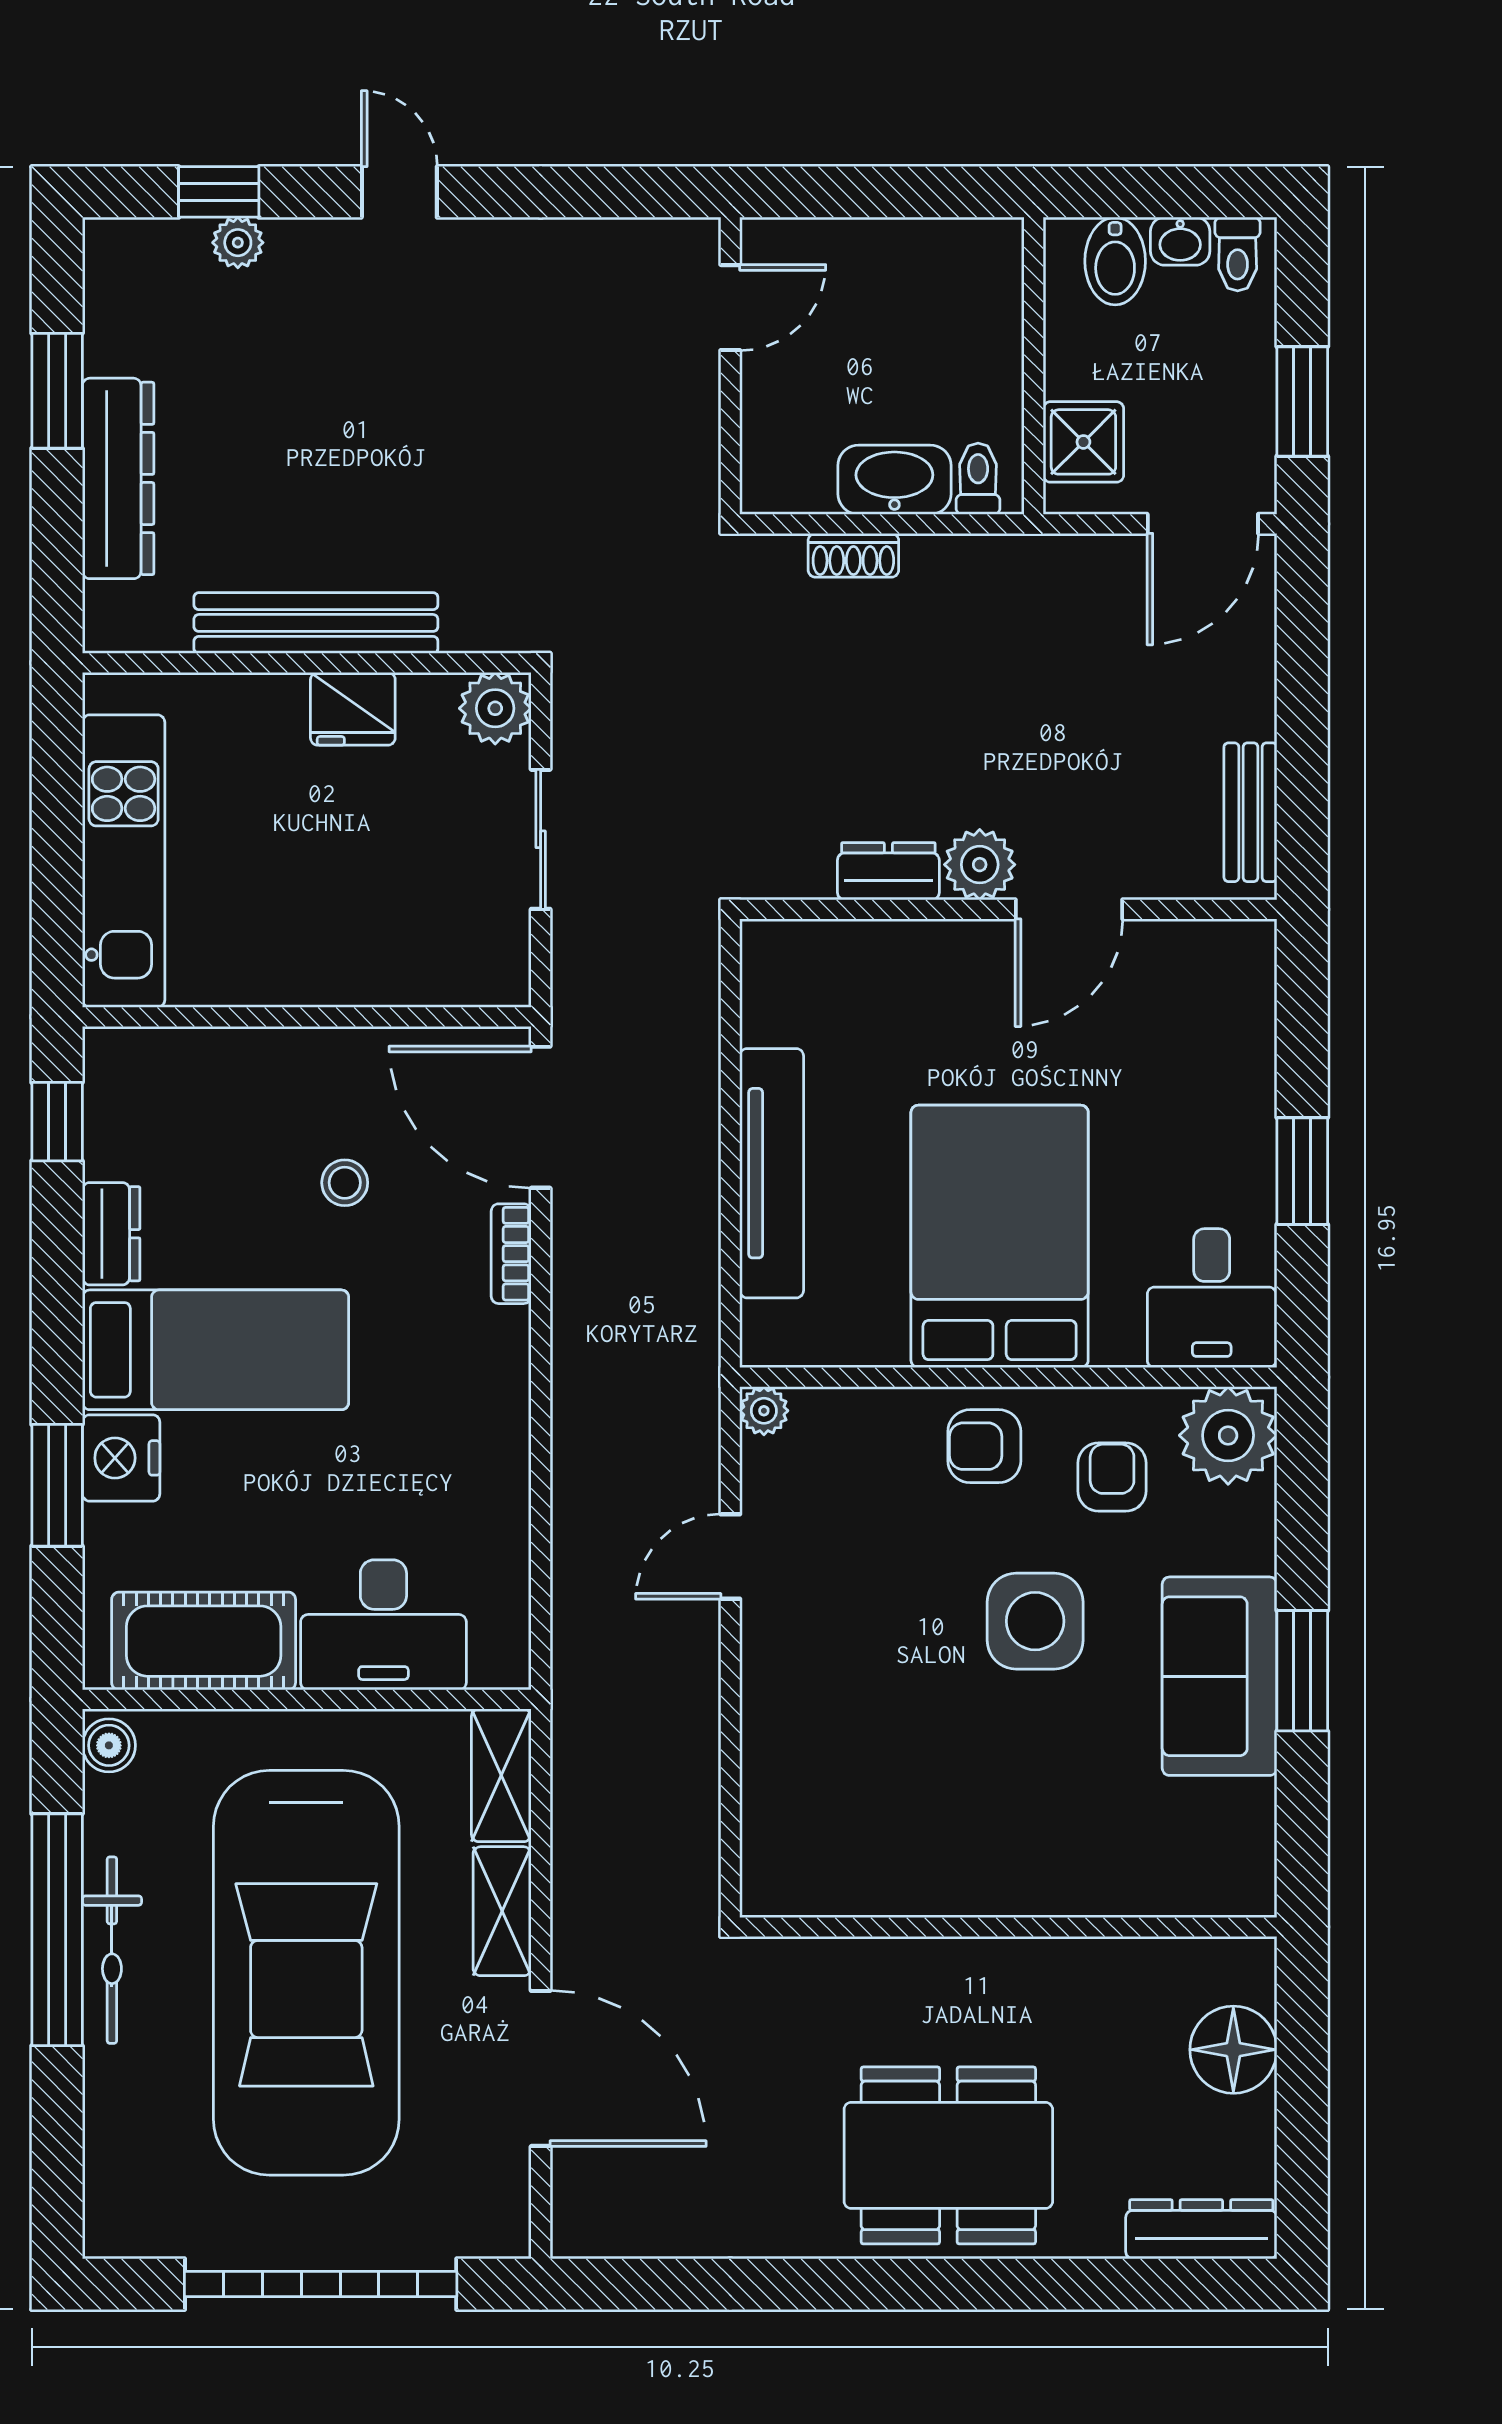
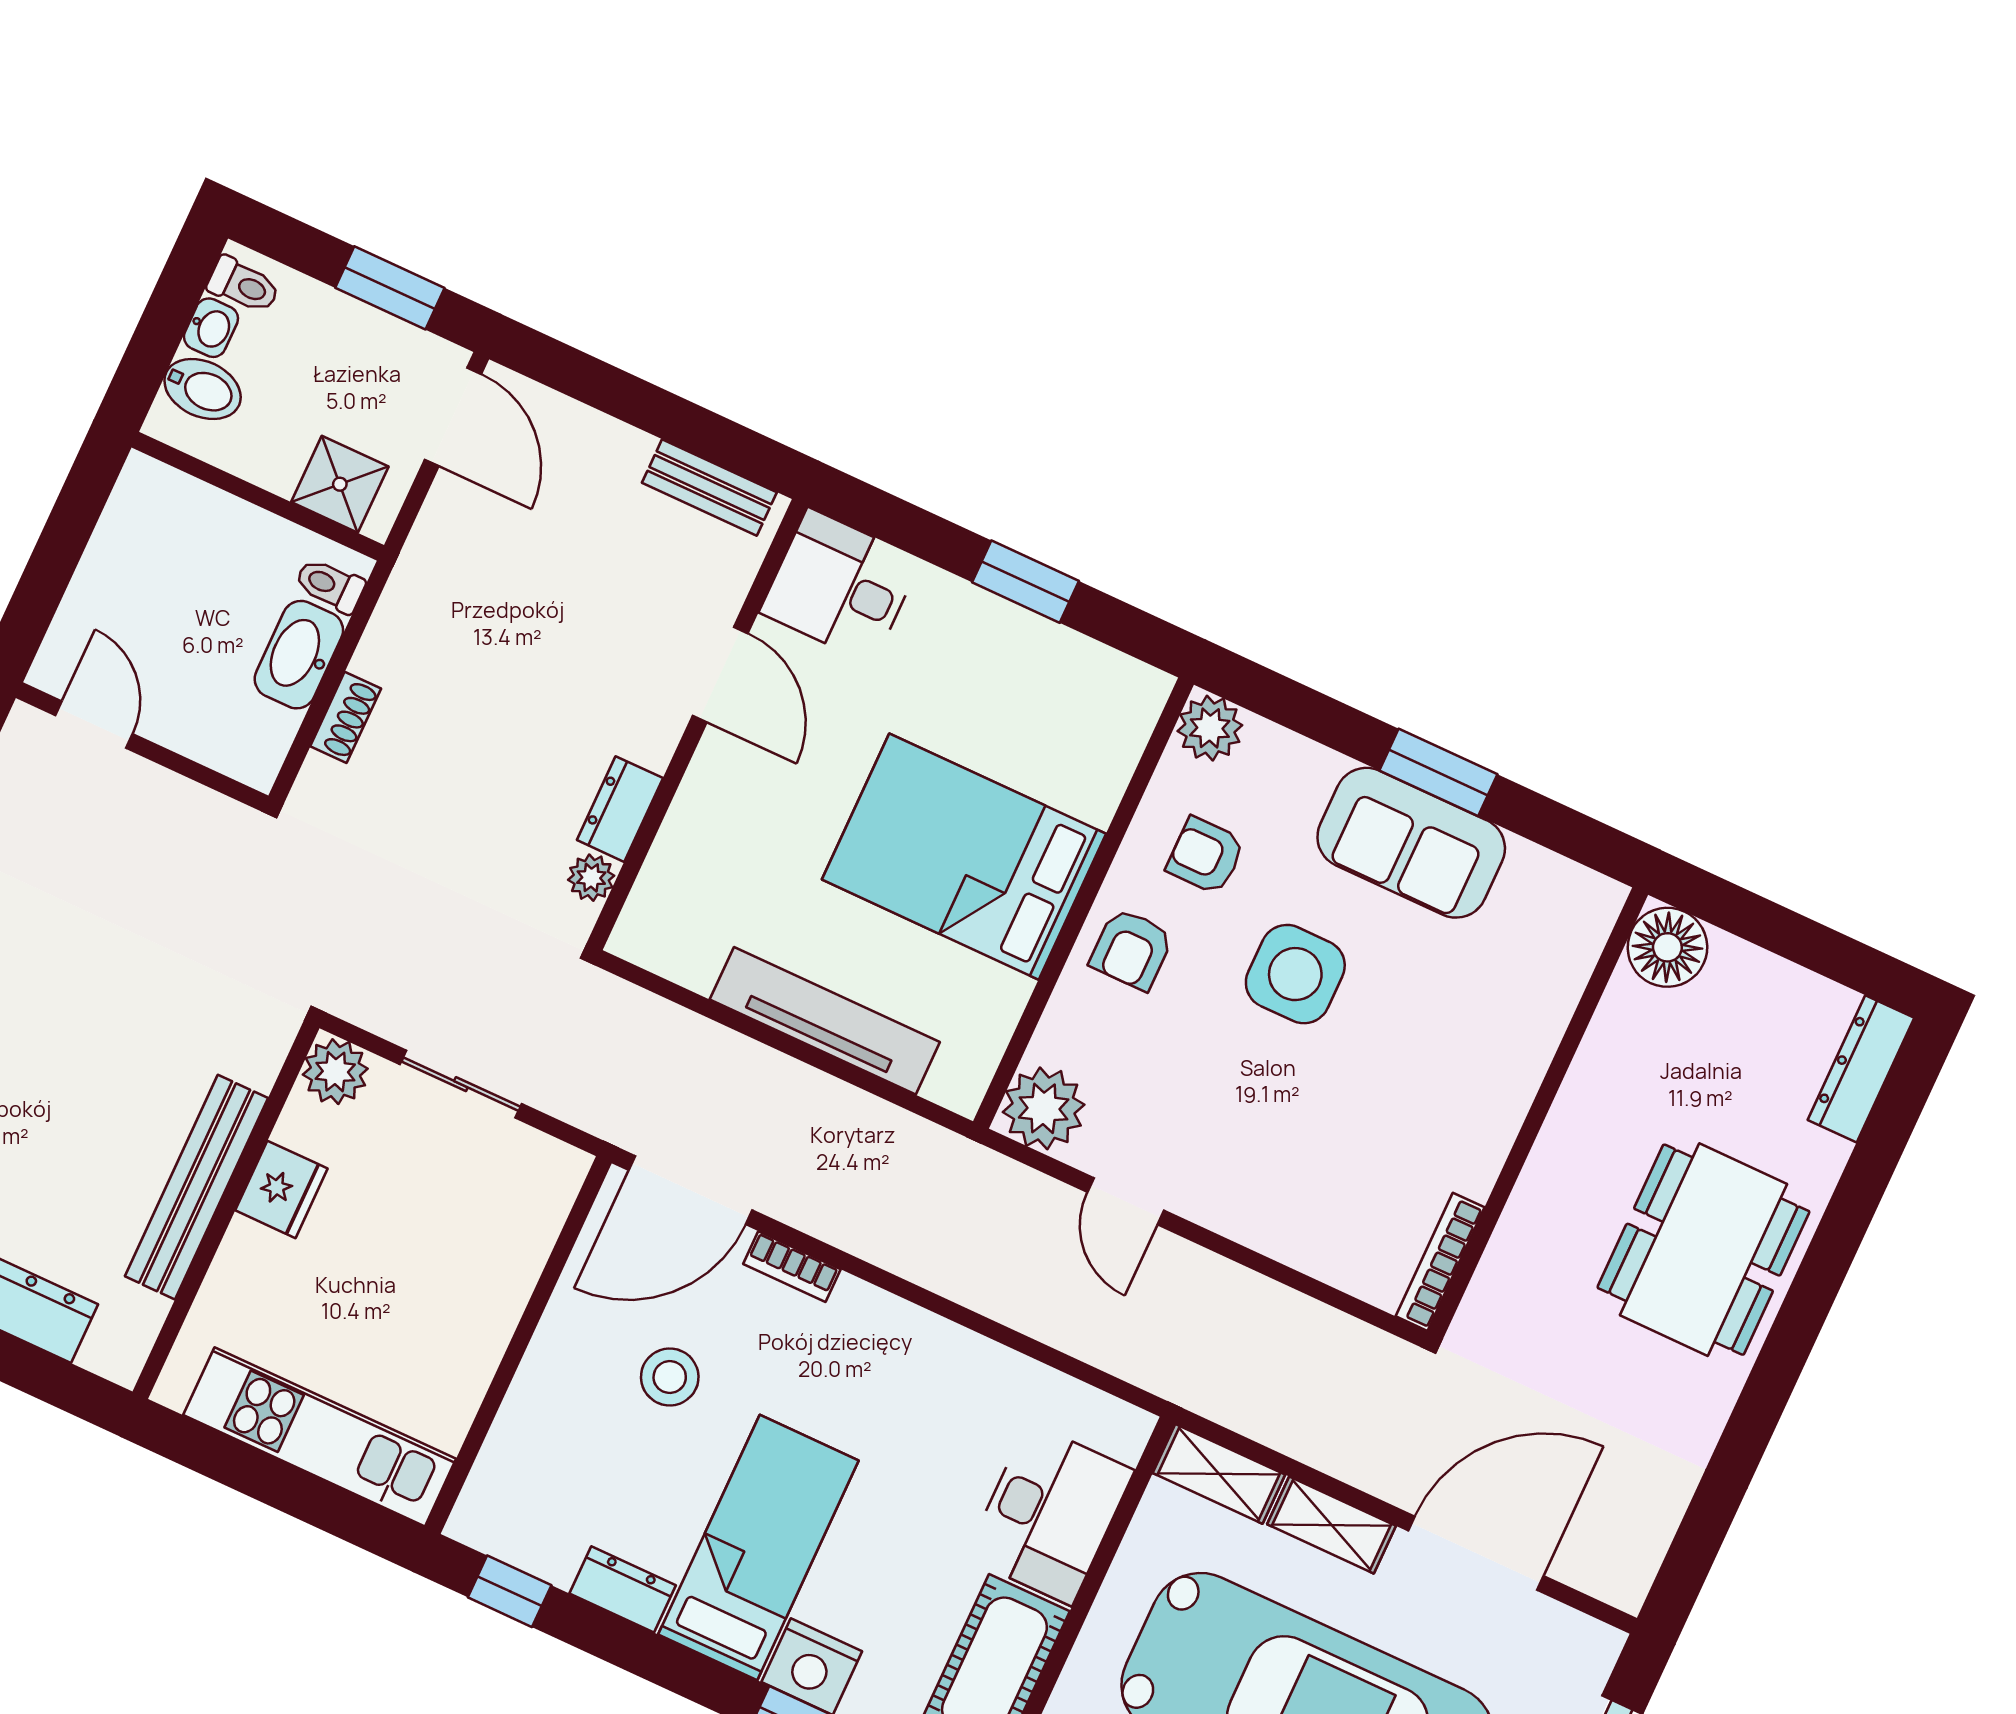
plant: (980, 865) -> (591, 878), moved, width x0.73, depth x0.73
stool: (345, 1183) -> (670, 1377), width x1.37, depth x1.37
desk: (1212, 1298) -> (840, 586), moved, turned 180
plant: (764, 1411) -> (1044, 1108), width x1.88, depth x1.88
plant: (1228, 1435) -> (1210, 728), width x0.73, depth x0.73
bookcase: (815, 1898) -> (1440, 1262), added
floor lamp: (1233, 2050) -> (1667, 947), moved

